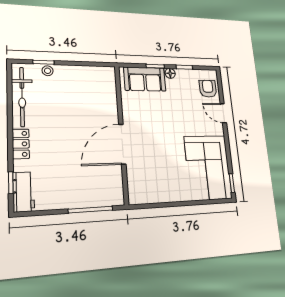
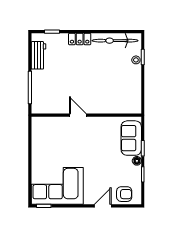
door: (122, 144) -> (78, 115), width x0.53
workbench: (24, 192) -> (39, 55), moved, turned -90

